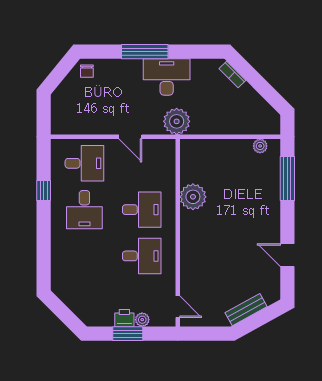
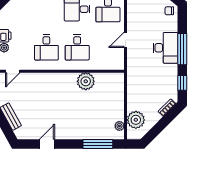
window: (195, 52) -> (182, 83), added
desk: (167, 77) -> (165, 48), moved
plant: (177, 121) -> (136, 120), moved

